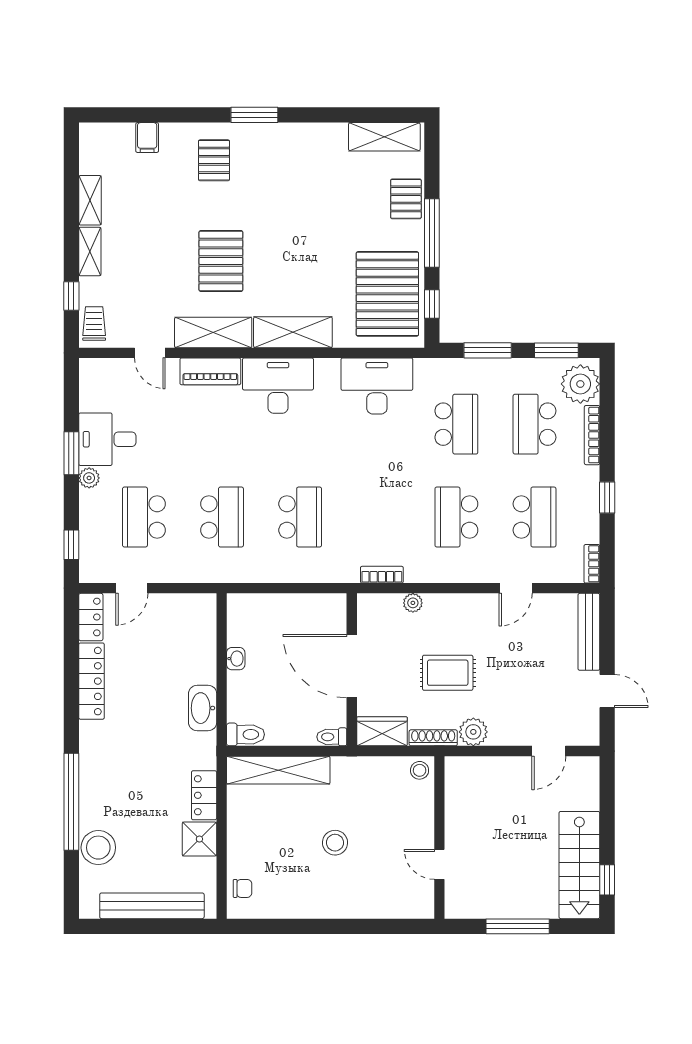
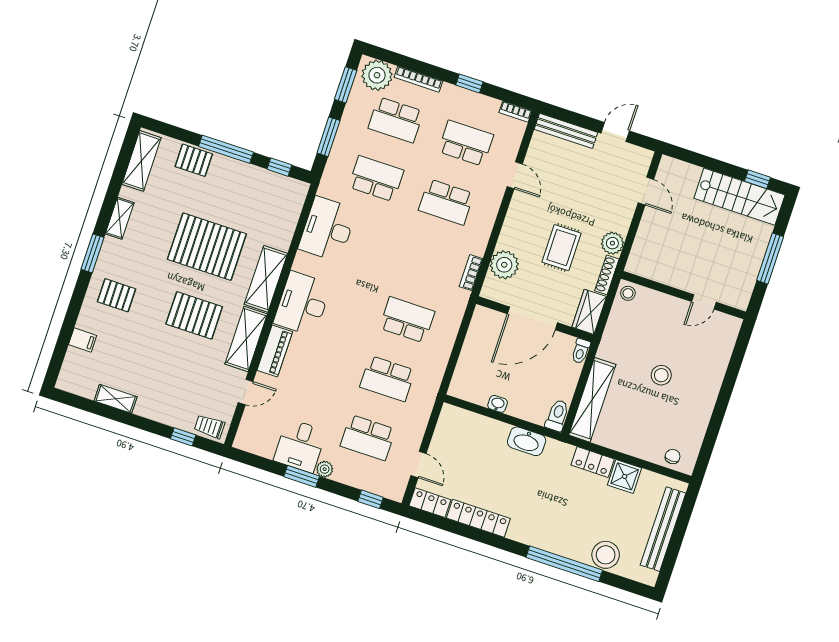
shelving: (90, 252) -> (120, 218), moved, turned 90
pallet: (387, 294) -> (207, 247), moved
school desk: (222, 517) -> (387, 379), turned 180
plant: (413, 603) -> (504, 265), width x1.88, depth x1.88

